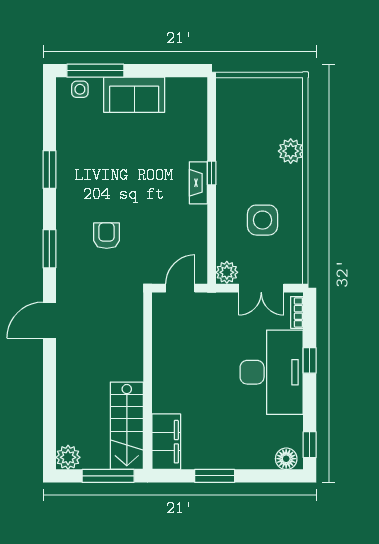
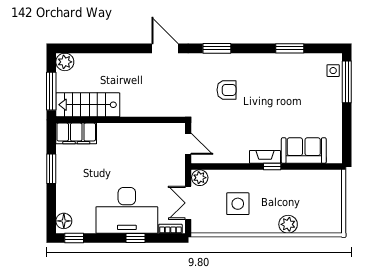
sofa: (134, 95) -> (304, 151), moved, turned 90
window: (49, 169) -> (290, 48), moved

